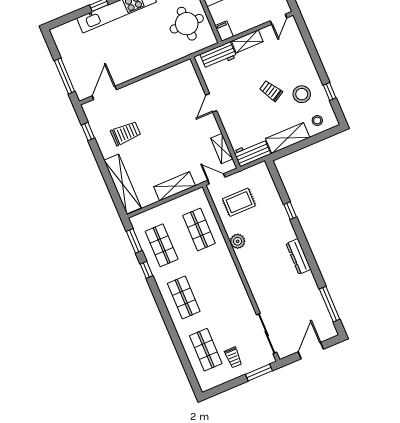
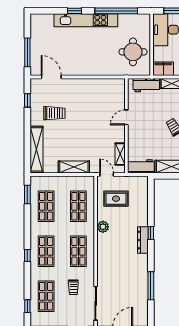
filing cabinet: (224, 31) -> (163, 69), width x2.00
door: (104, 93) -> (51, 77), hinge flipped
window: (290, 211) -> (151, 233), moved
dresser: (298, 256) -> (143, 240), moved
window: (146, 270) -> (27, 255), moved
shop shelf: (221, 282) -> (78, 251), added
window: (330, 304) -> (151, 286), moved
trolley: (233, 357) -> (73, 287), moved
window: (189, 370) -> (27, 306), added

